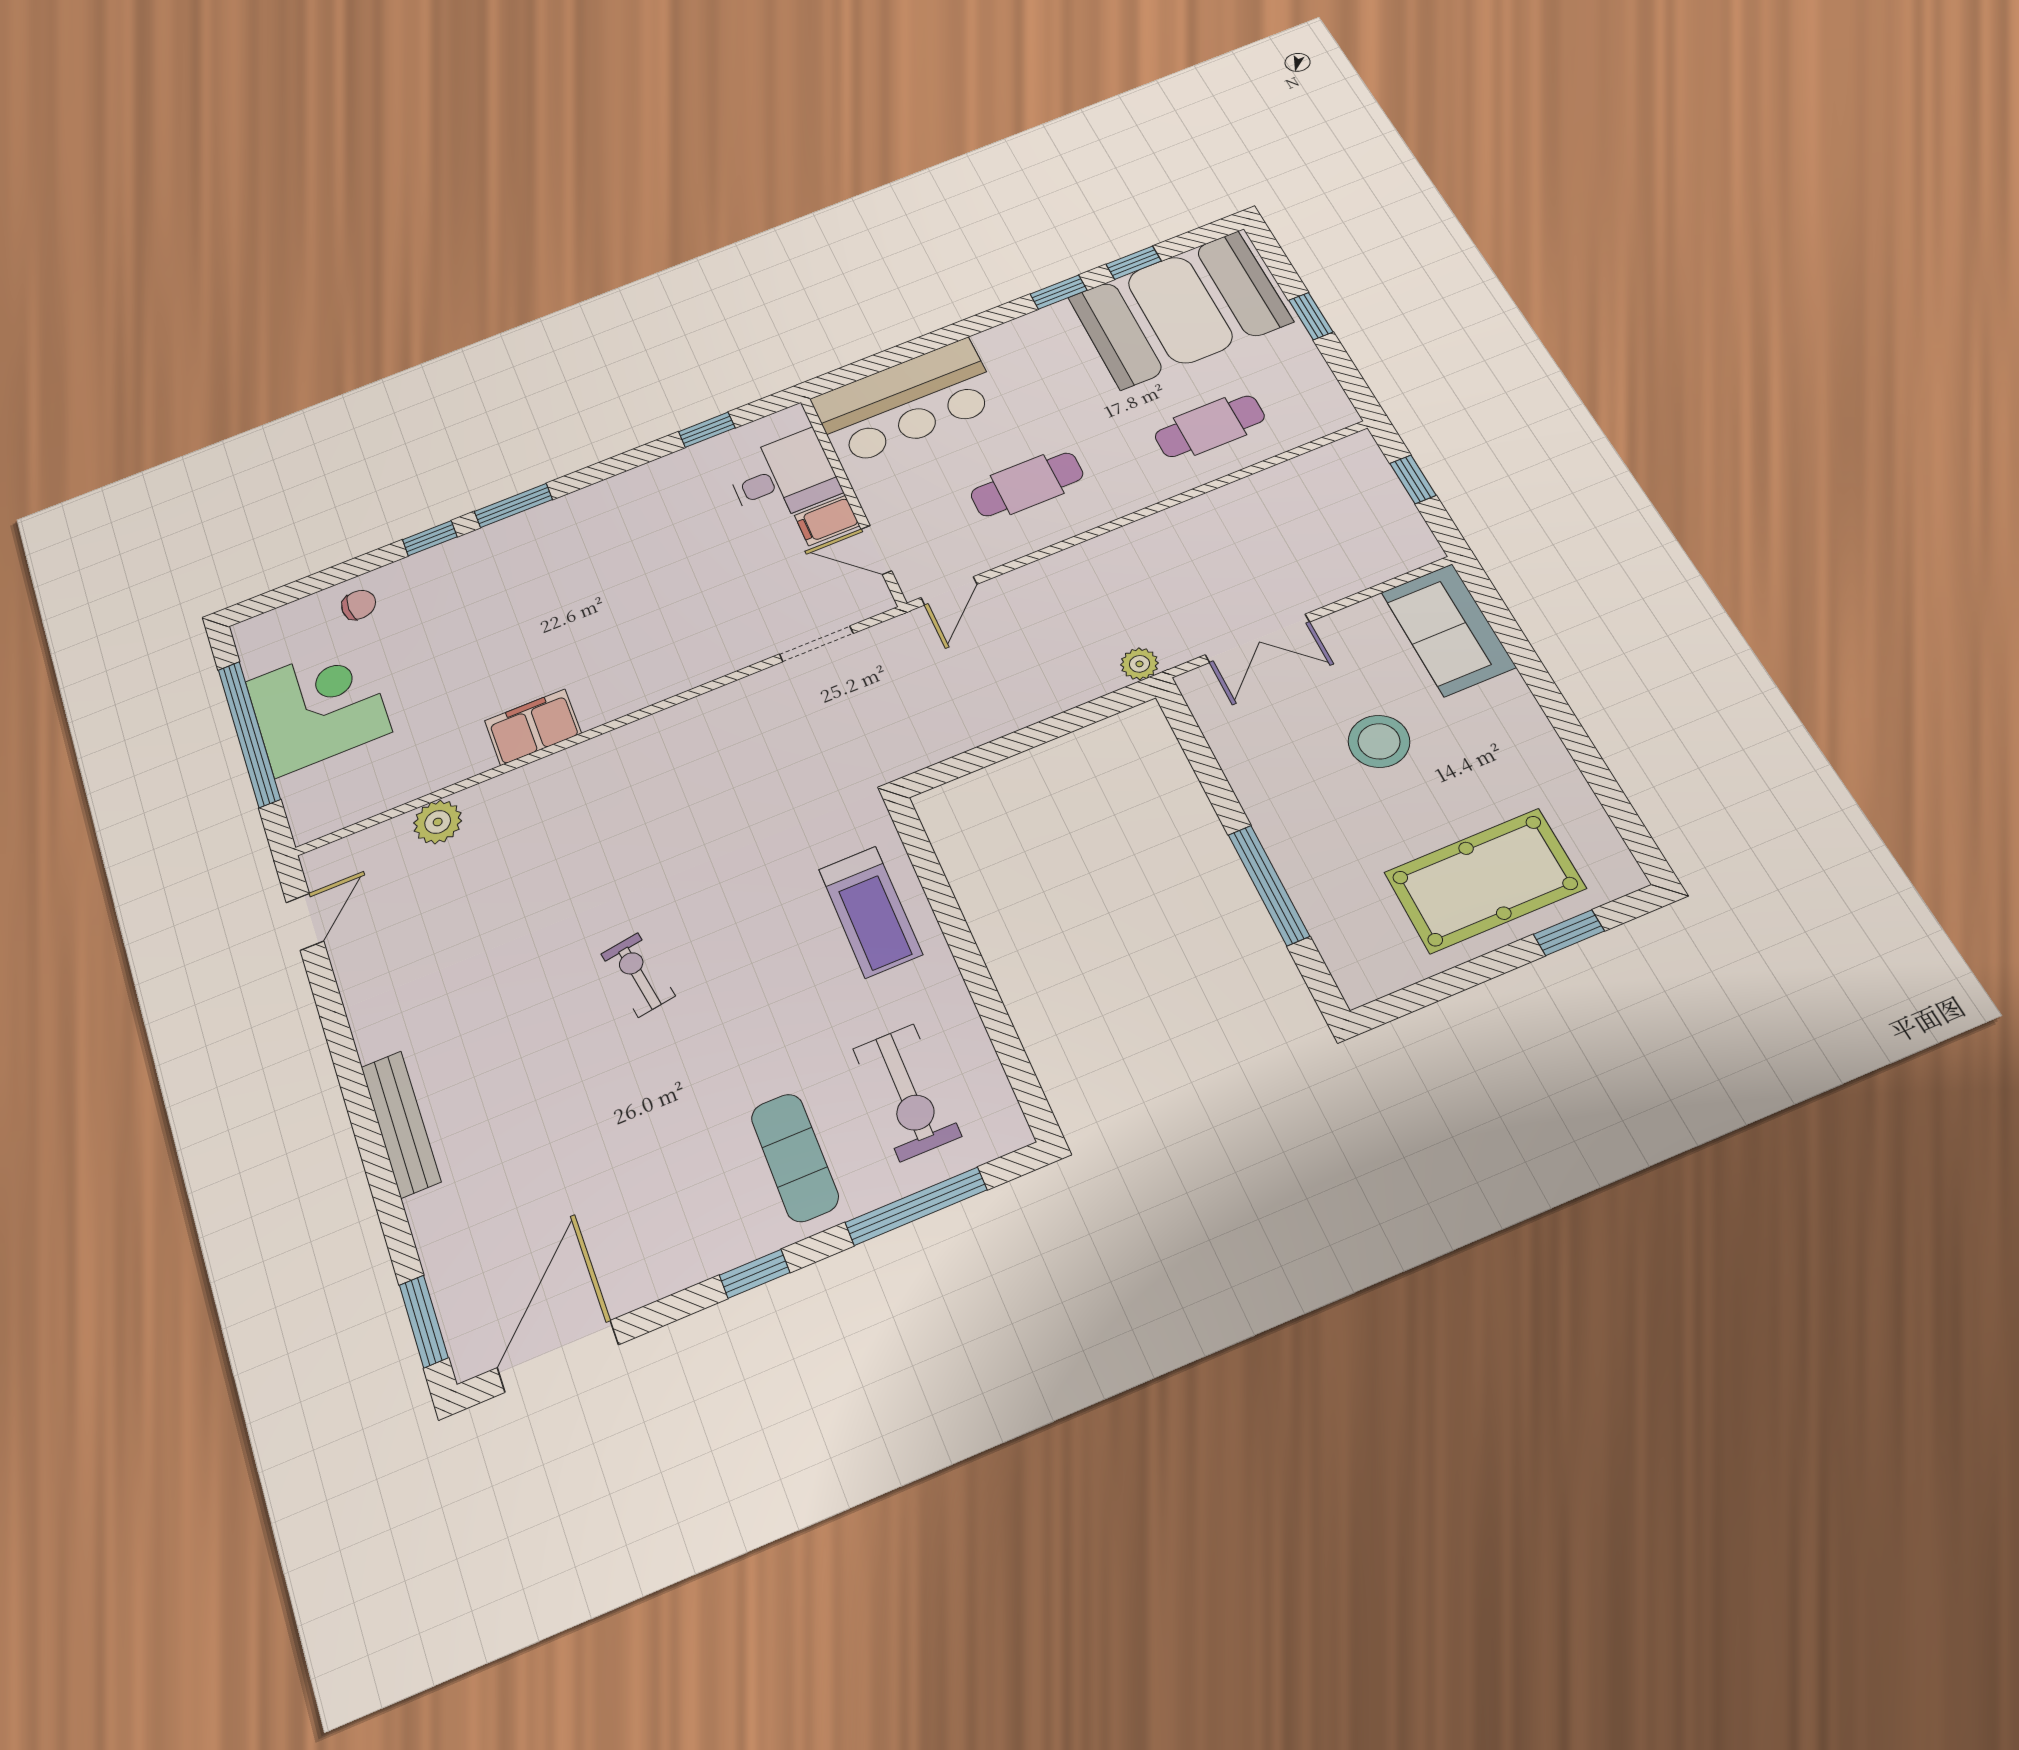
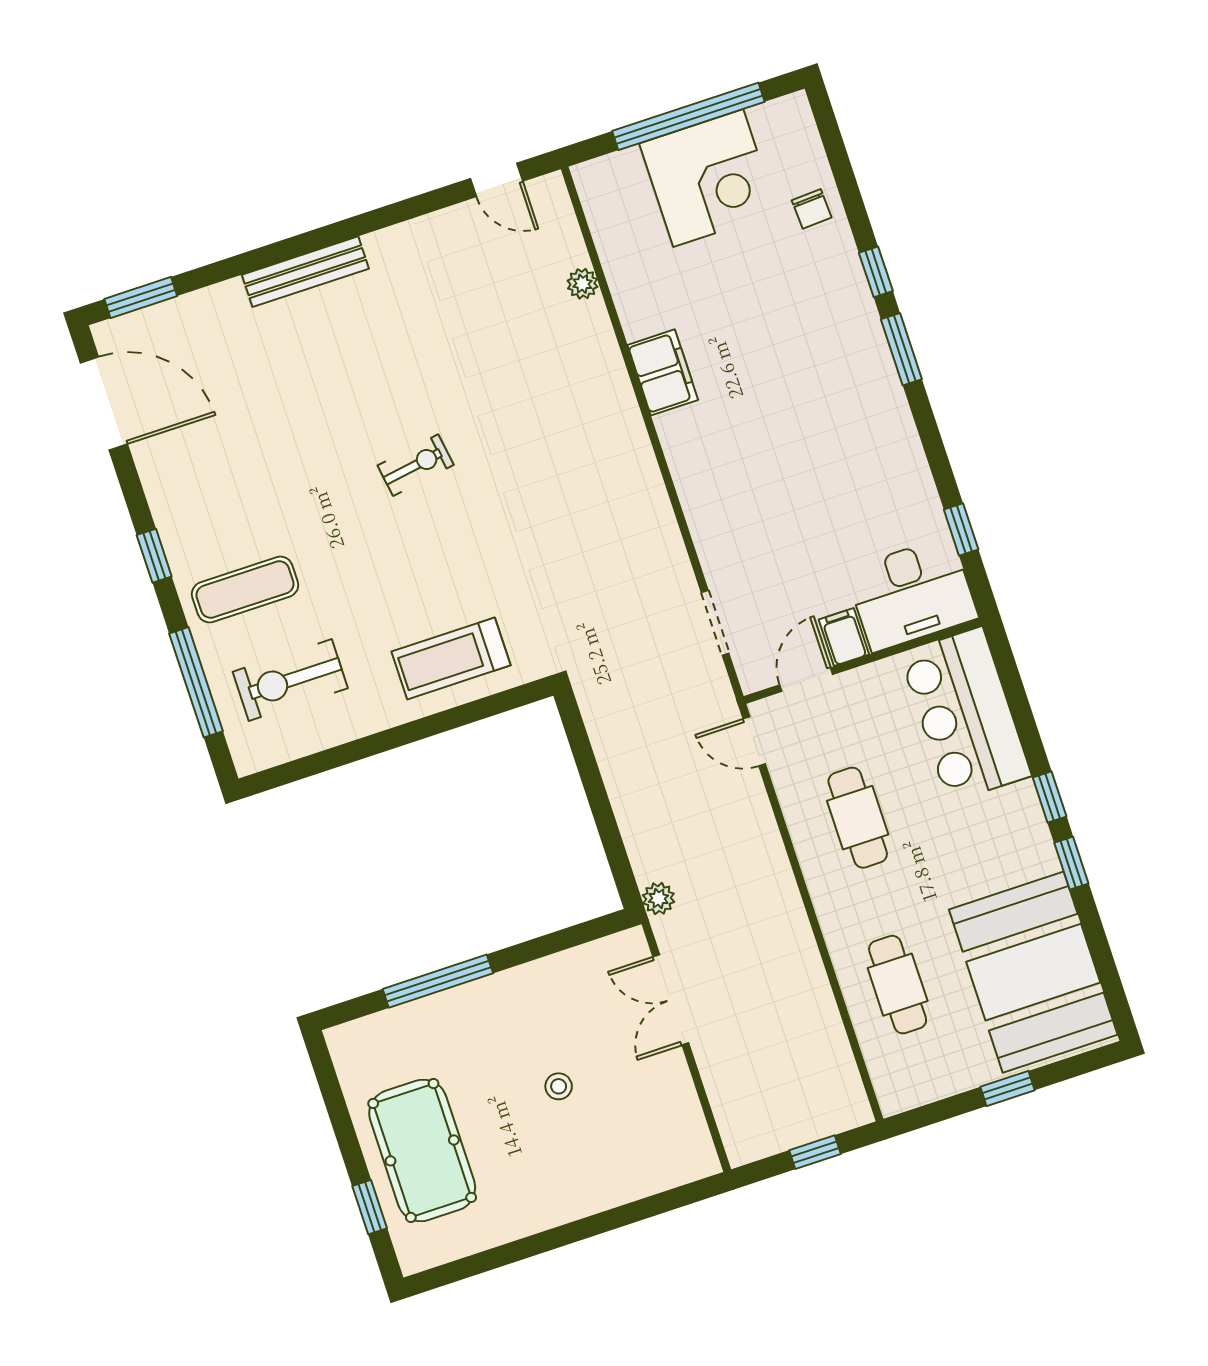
window: (1134, 263) -> (1050, 797), moved
desk: (783, 477) -> (912, 594), width x1.37
sofa: (1448, 630) -> (658, 1158), removed
stool: (1379, 741) -> (559, 1086), width x0.53, depth x0.53
plant: (438, 822) -> (582, 284), width x0.73, depth x0.73

